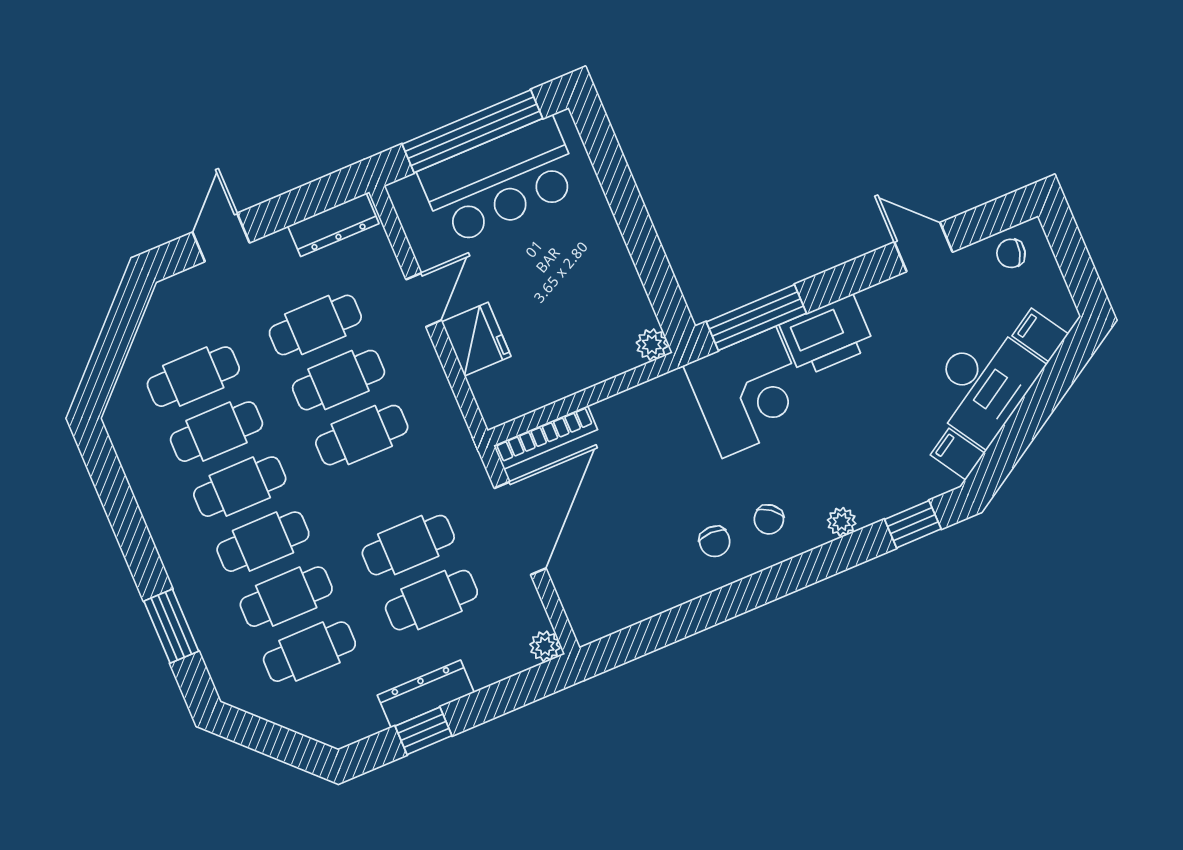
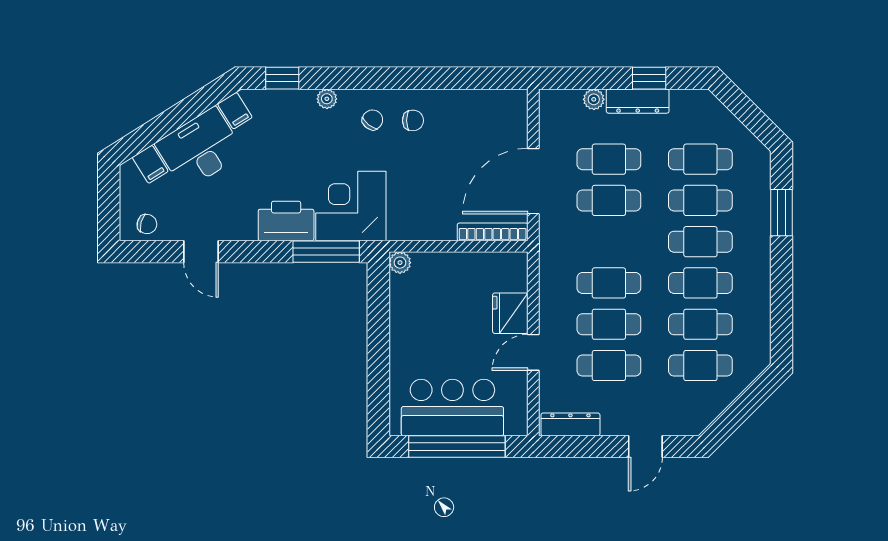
chair: (715, 541) -> (413, 120), turned 90
plant: (545, 646) -> (594, 99), moved

